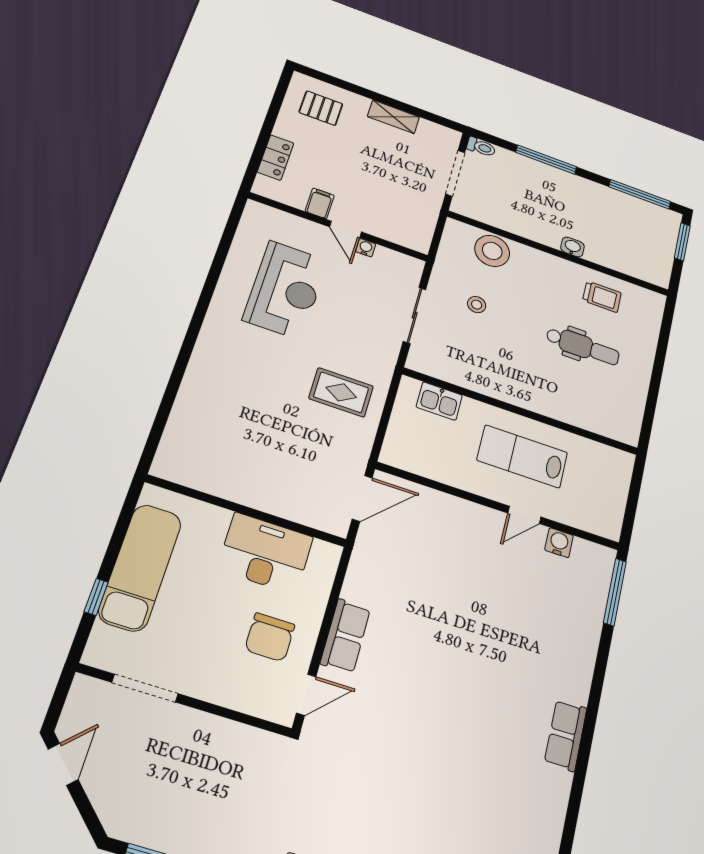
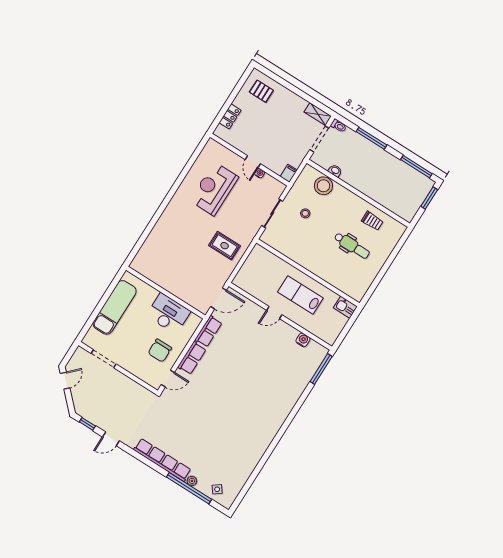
shelving: (393, 117) -> (318, 114), moved
filing cabinet: (320, 203) -> (289, 173), moved
washbasin: (572, 247) -> (335, 171), moved
reception desk: (286, 290) -> (214, 189), turned 180
kitchen sink: (439, 401) -> (345, 307), moved
door: (524, 515) -> (274, 312), moved
window: (96, 597) -> (94, 316), removed
row of seats: (566, 735) -> (208, 331), moved, turned 180

